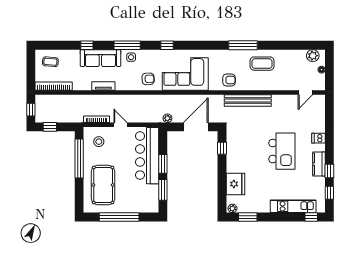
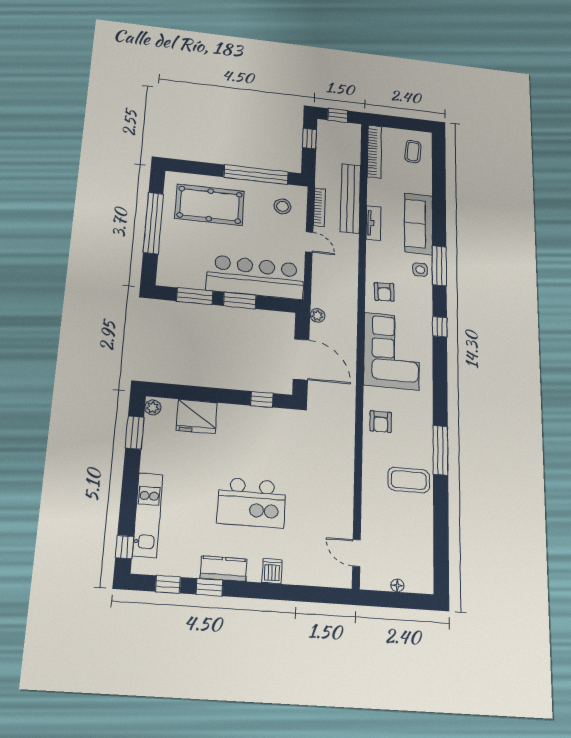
window: (87, 45) -> (439, 206), removed
plant: (313, 56) -> (423, 571), removed
coffee table: (262, 64) -> (409, 480), turned 90
bench: (248, 100) -> (350, 198), moved
door: (121, 125) -> (309, 242), hinge flipped

